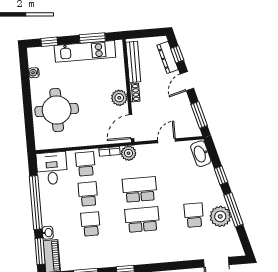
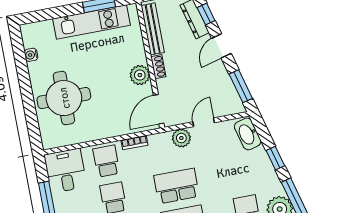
window: (49, 42) -> (46, 14), removed
plant: (129, 153) -> (181, 138), moved

